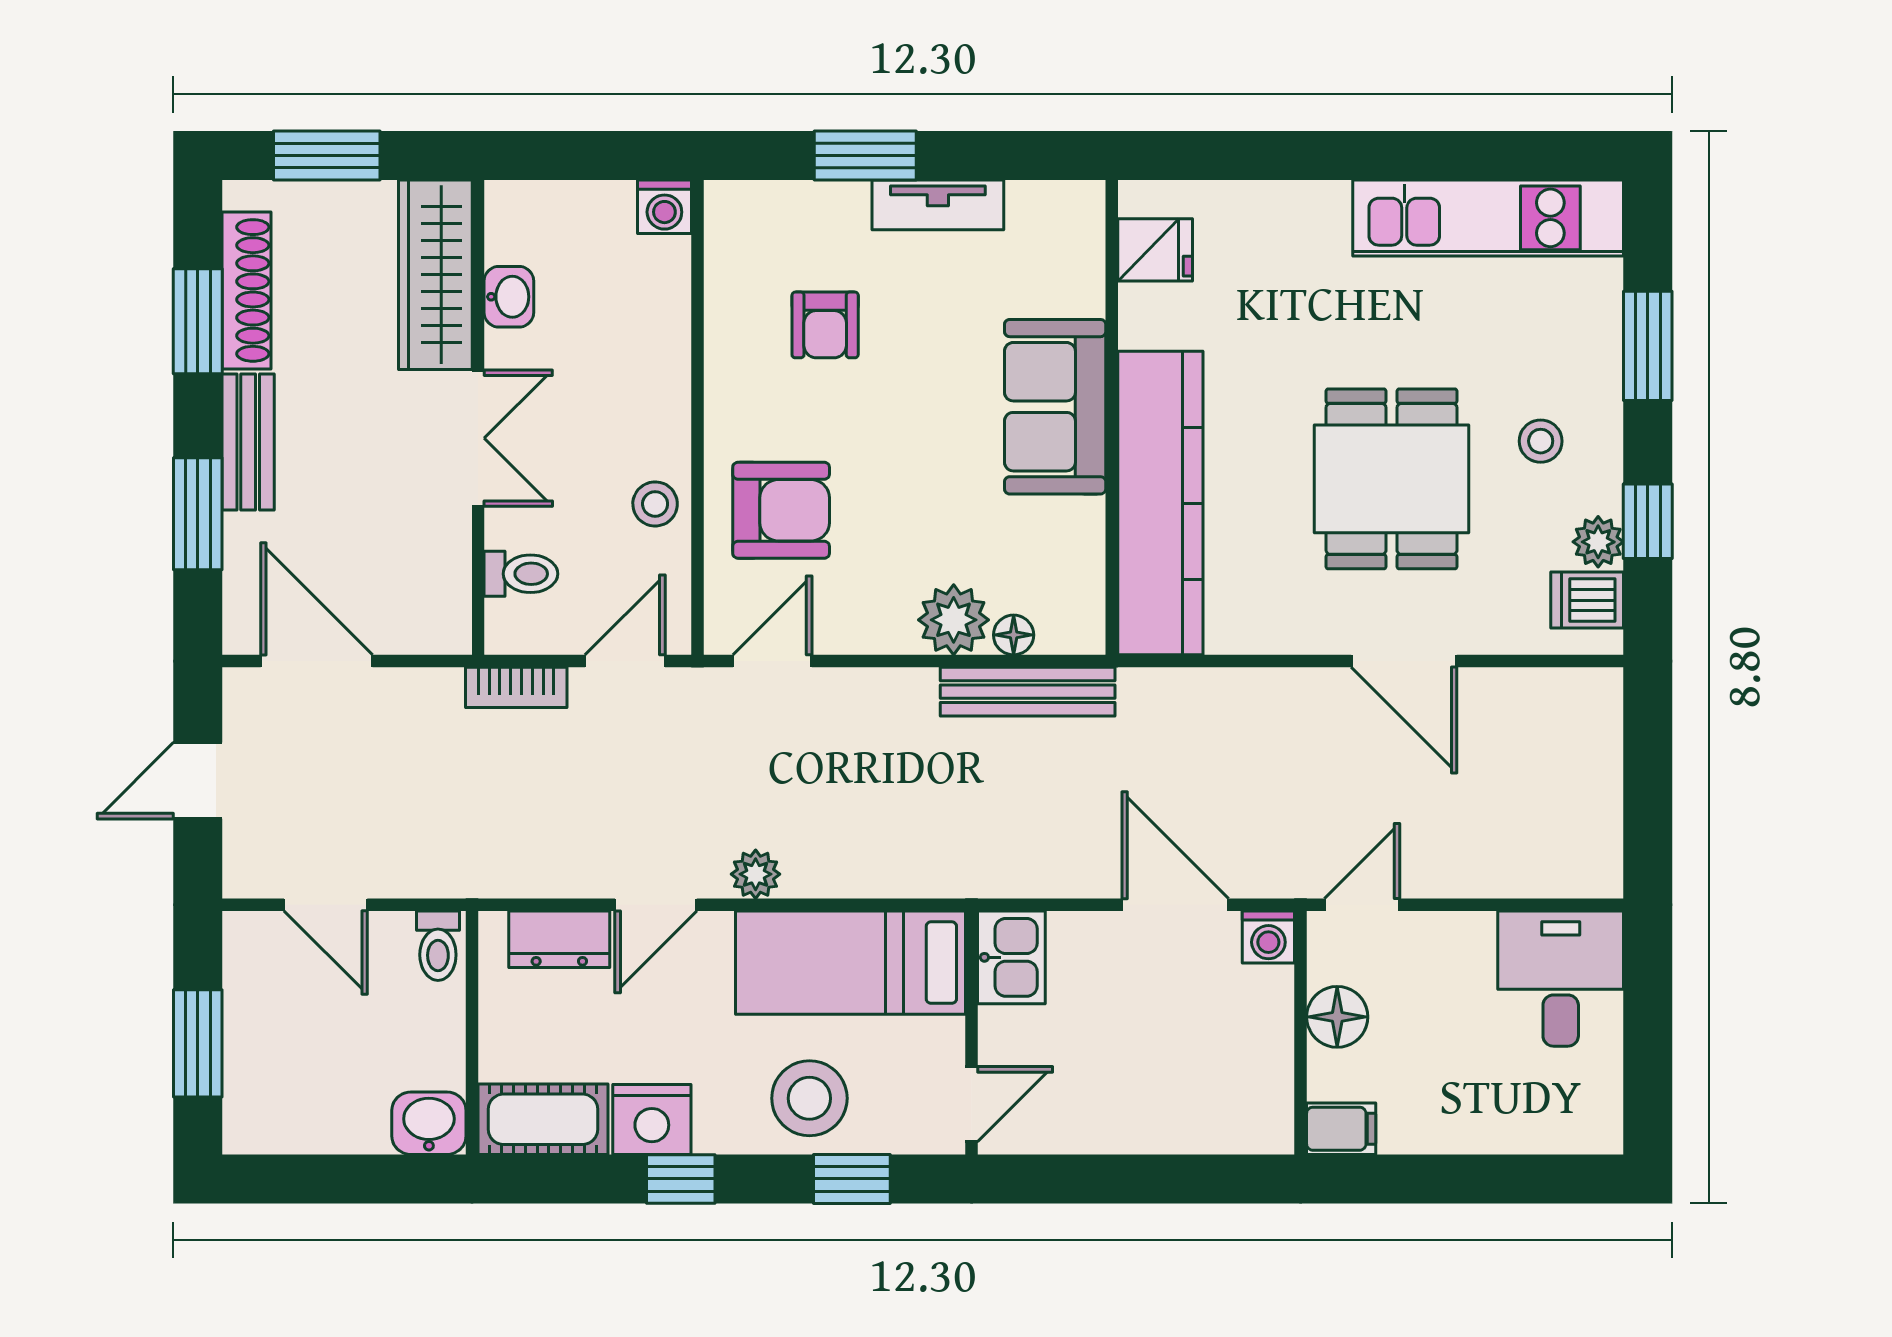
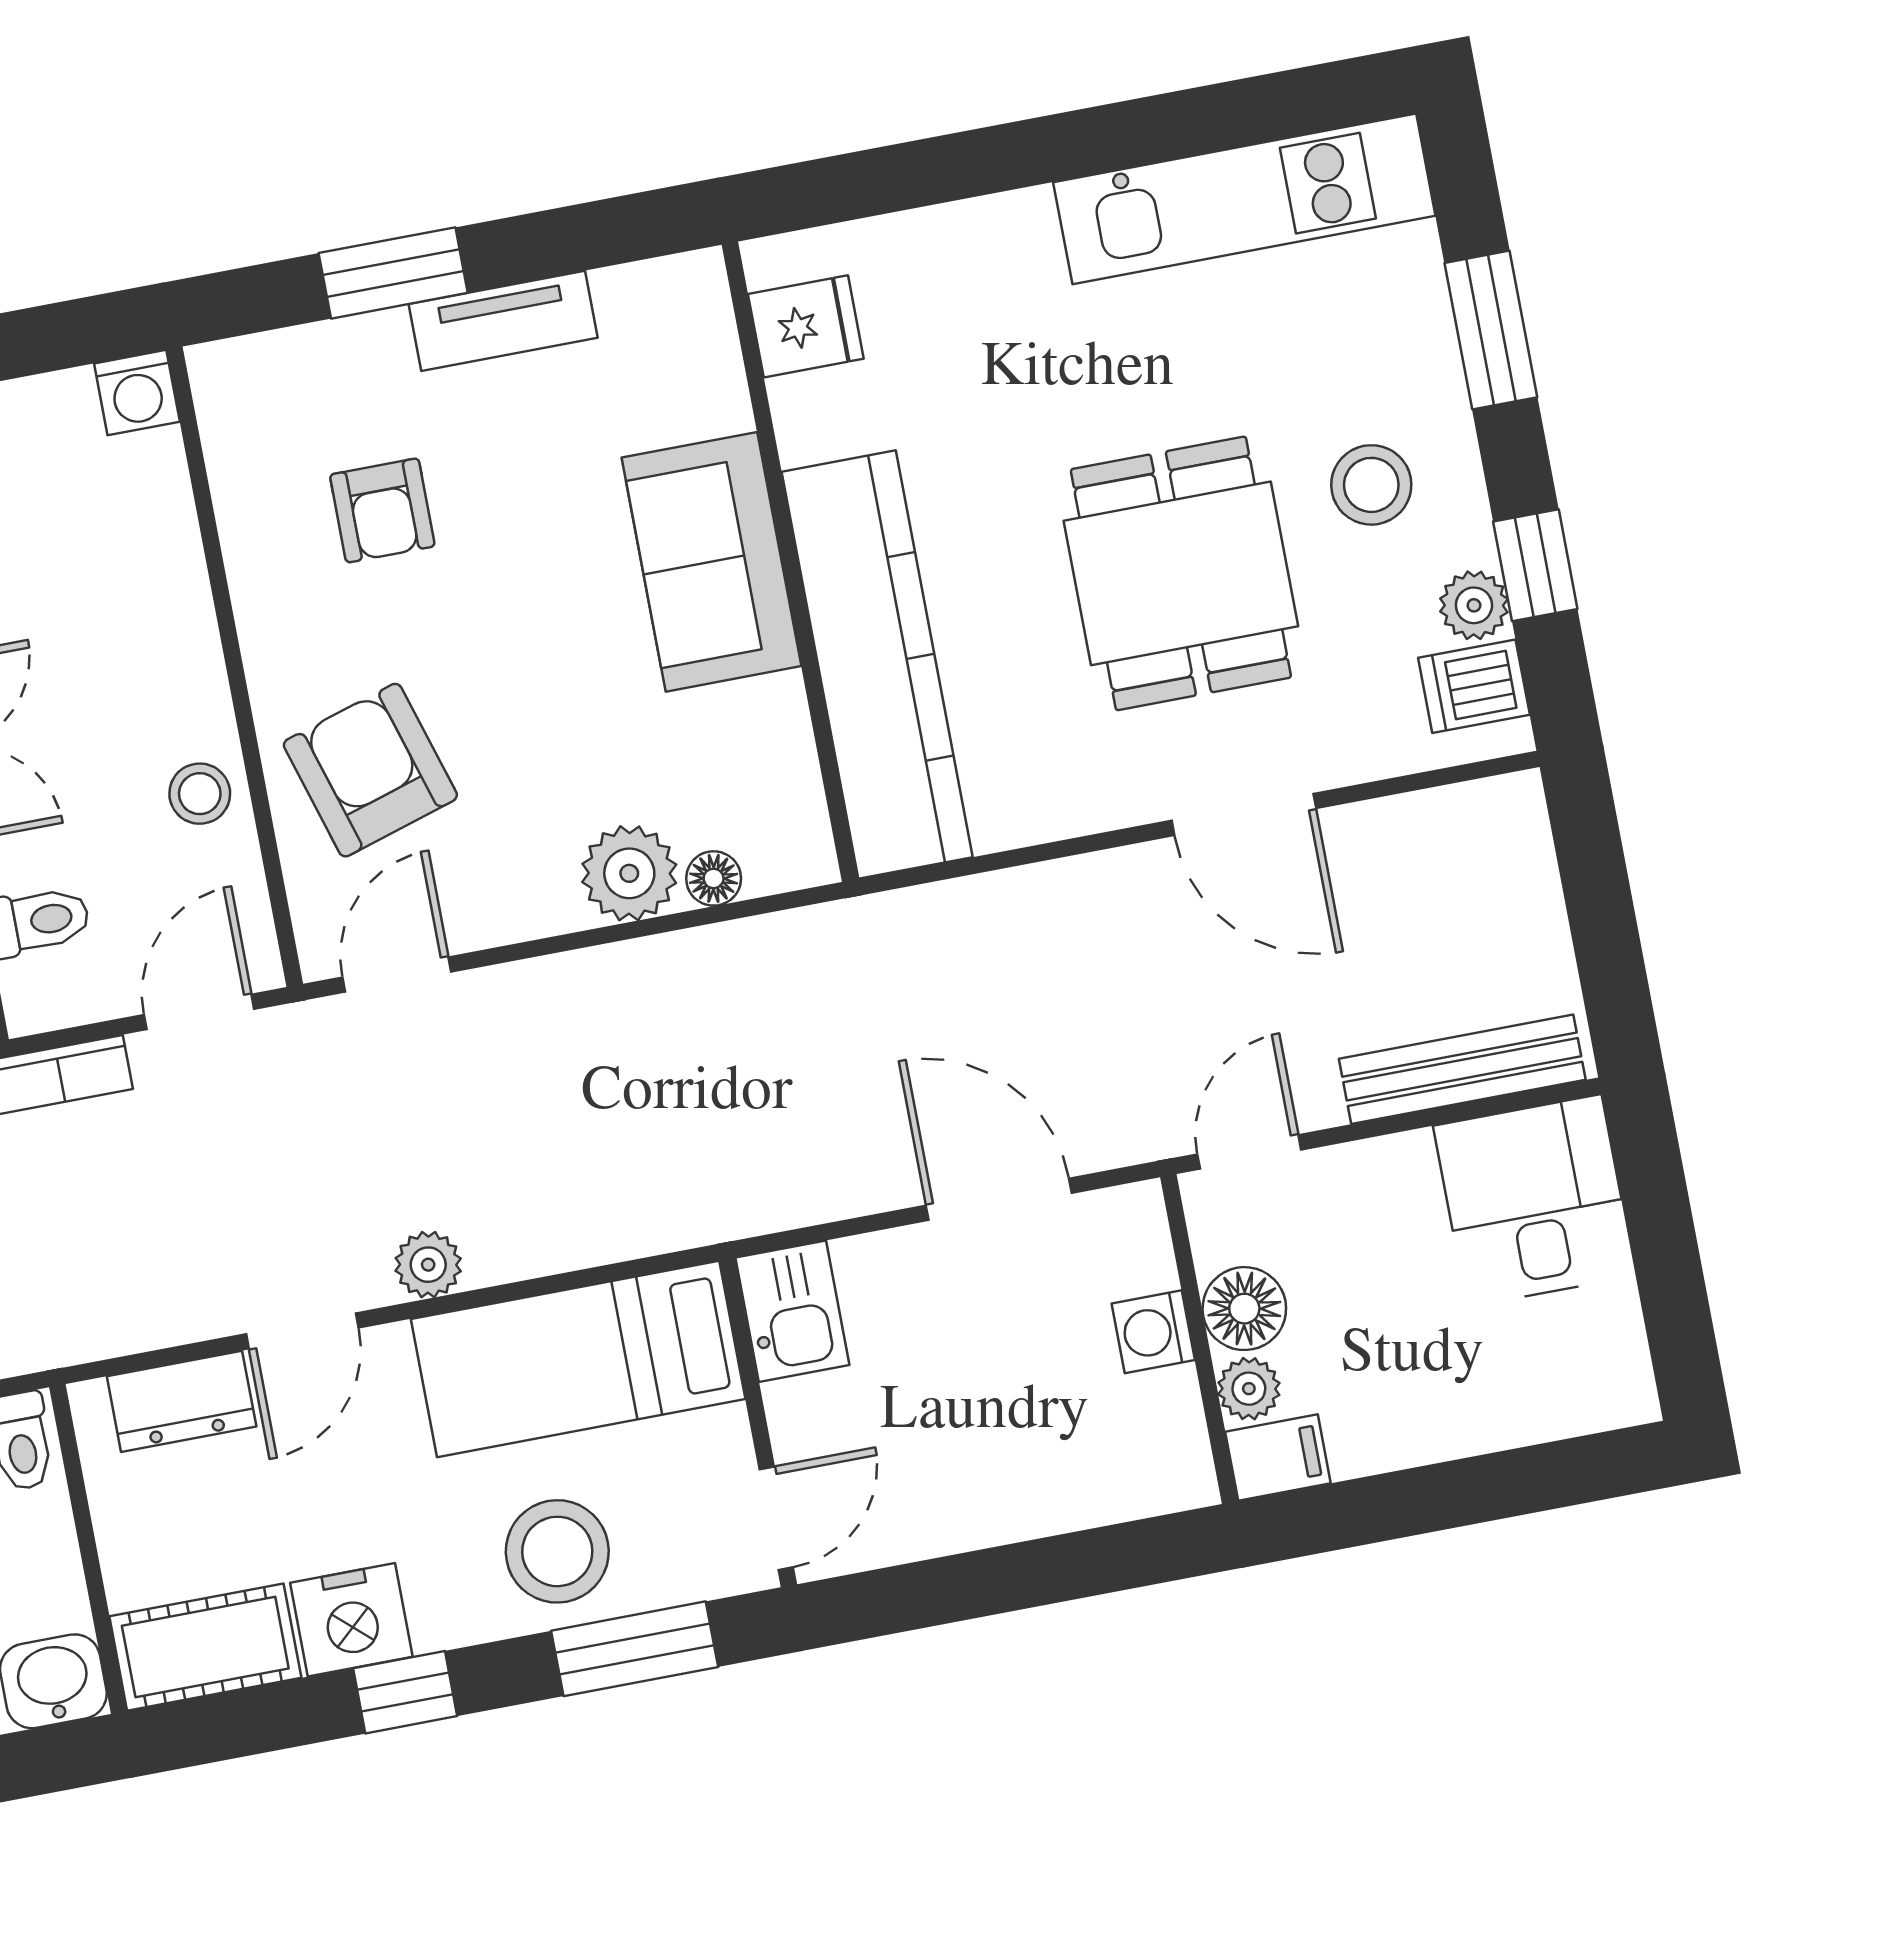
stool: (1541, 441) -> (1371, 485), width x1.37, depth x1.37
armchair: (781, 510) -> (370, 770), turned -107
bench: (1028, 692) -> (1462, 1069), moved
washing machine: (1268, 937) -> (1153, 1332), moved, turned 90
plant: (1330, 1075) -> (1249, 1389), added
window: (852, 1179) -> (635, 1649), width x1.50

